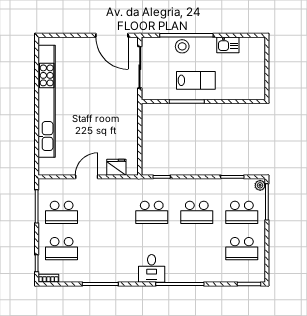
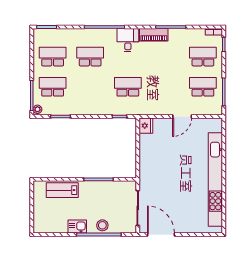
kitchen sink: (228, 45) -> (77, 227), moved
lab bench: (196, 80) -> (62, 190), moved
fridge: (116, 167) -> (146, 126), moved, turned -90
school desk: (197, 212) -> (90, 57), moved
piano: (121, 275) -> (154, 35), added

